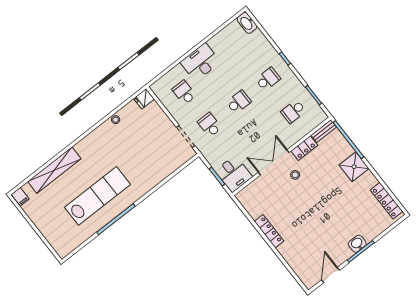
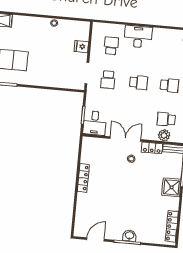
fridge: (144, 99) -> (81, 47), moved
school desk: (209, 125) -> (108, 80), turned 180
plant: (305, 127) -> (164, 135), added

